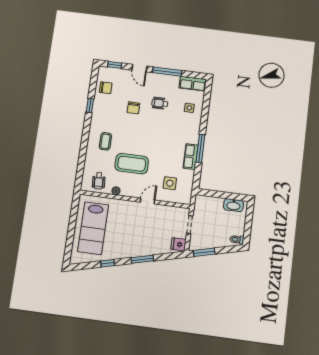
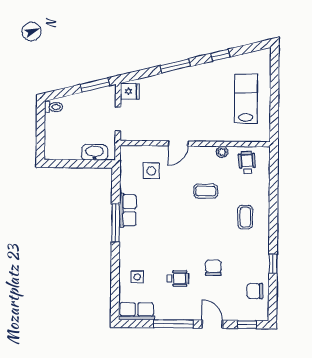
coffee table: (132, 164) -> (206, 191), width x0.54, depth x0.58
washbasin: (233, 205) -> (94, 152), moved
lab bench: (93, 228) -> (246, 99), width x0.73, depth x0.72

